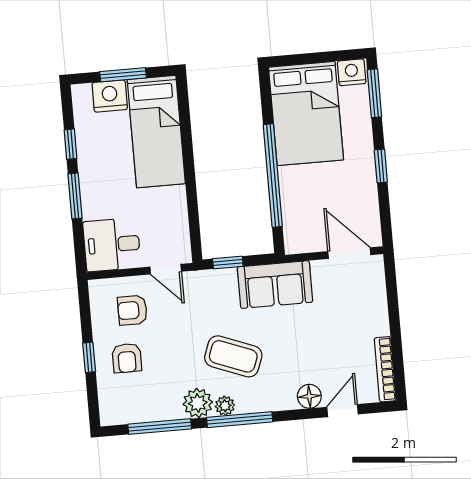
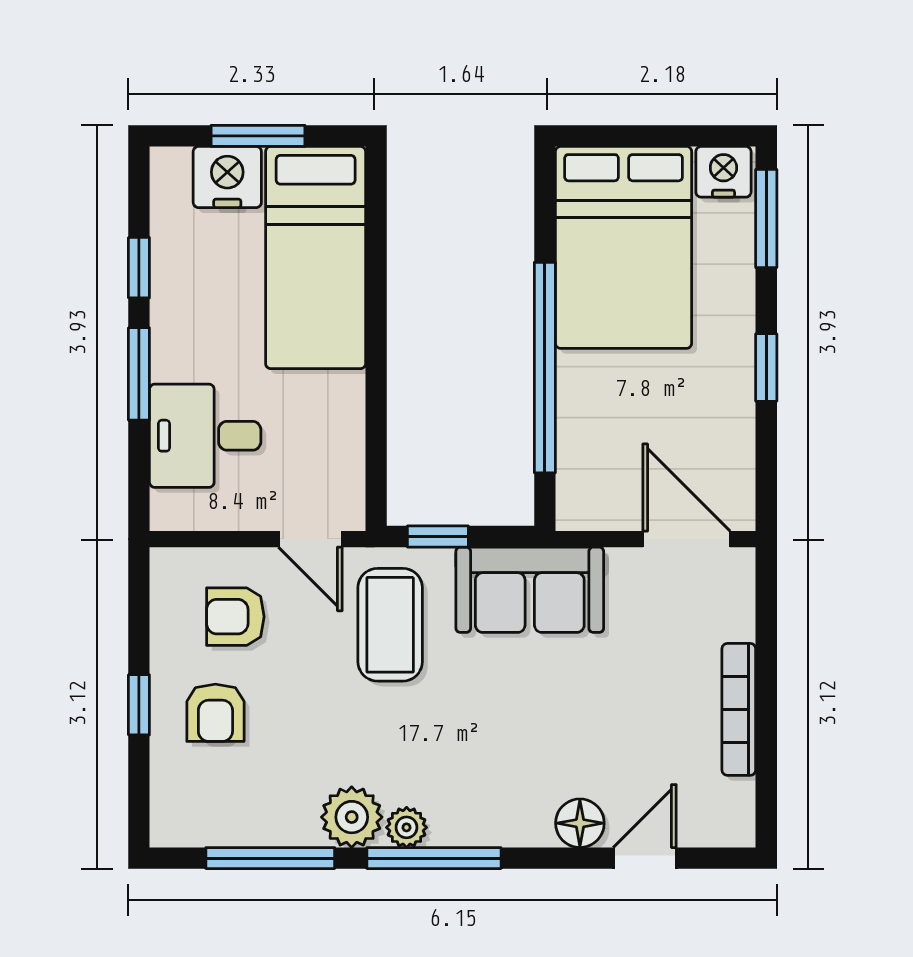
desk: (112, 245) -> (205, 436), moved
coffee table: (233, 356) -> (390, 625), moved, turned 69
bookcase: (385, 369) -> (739, 709), moved

